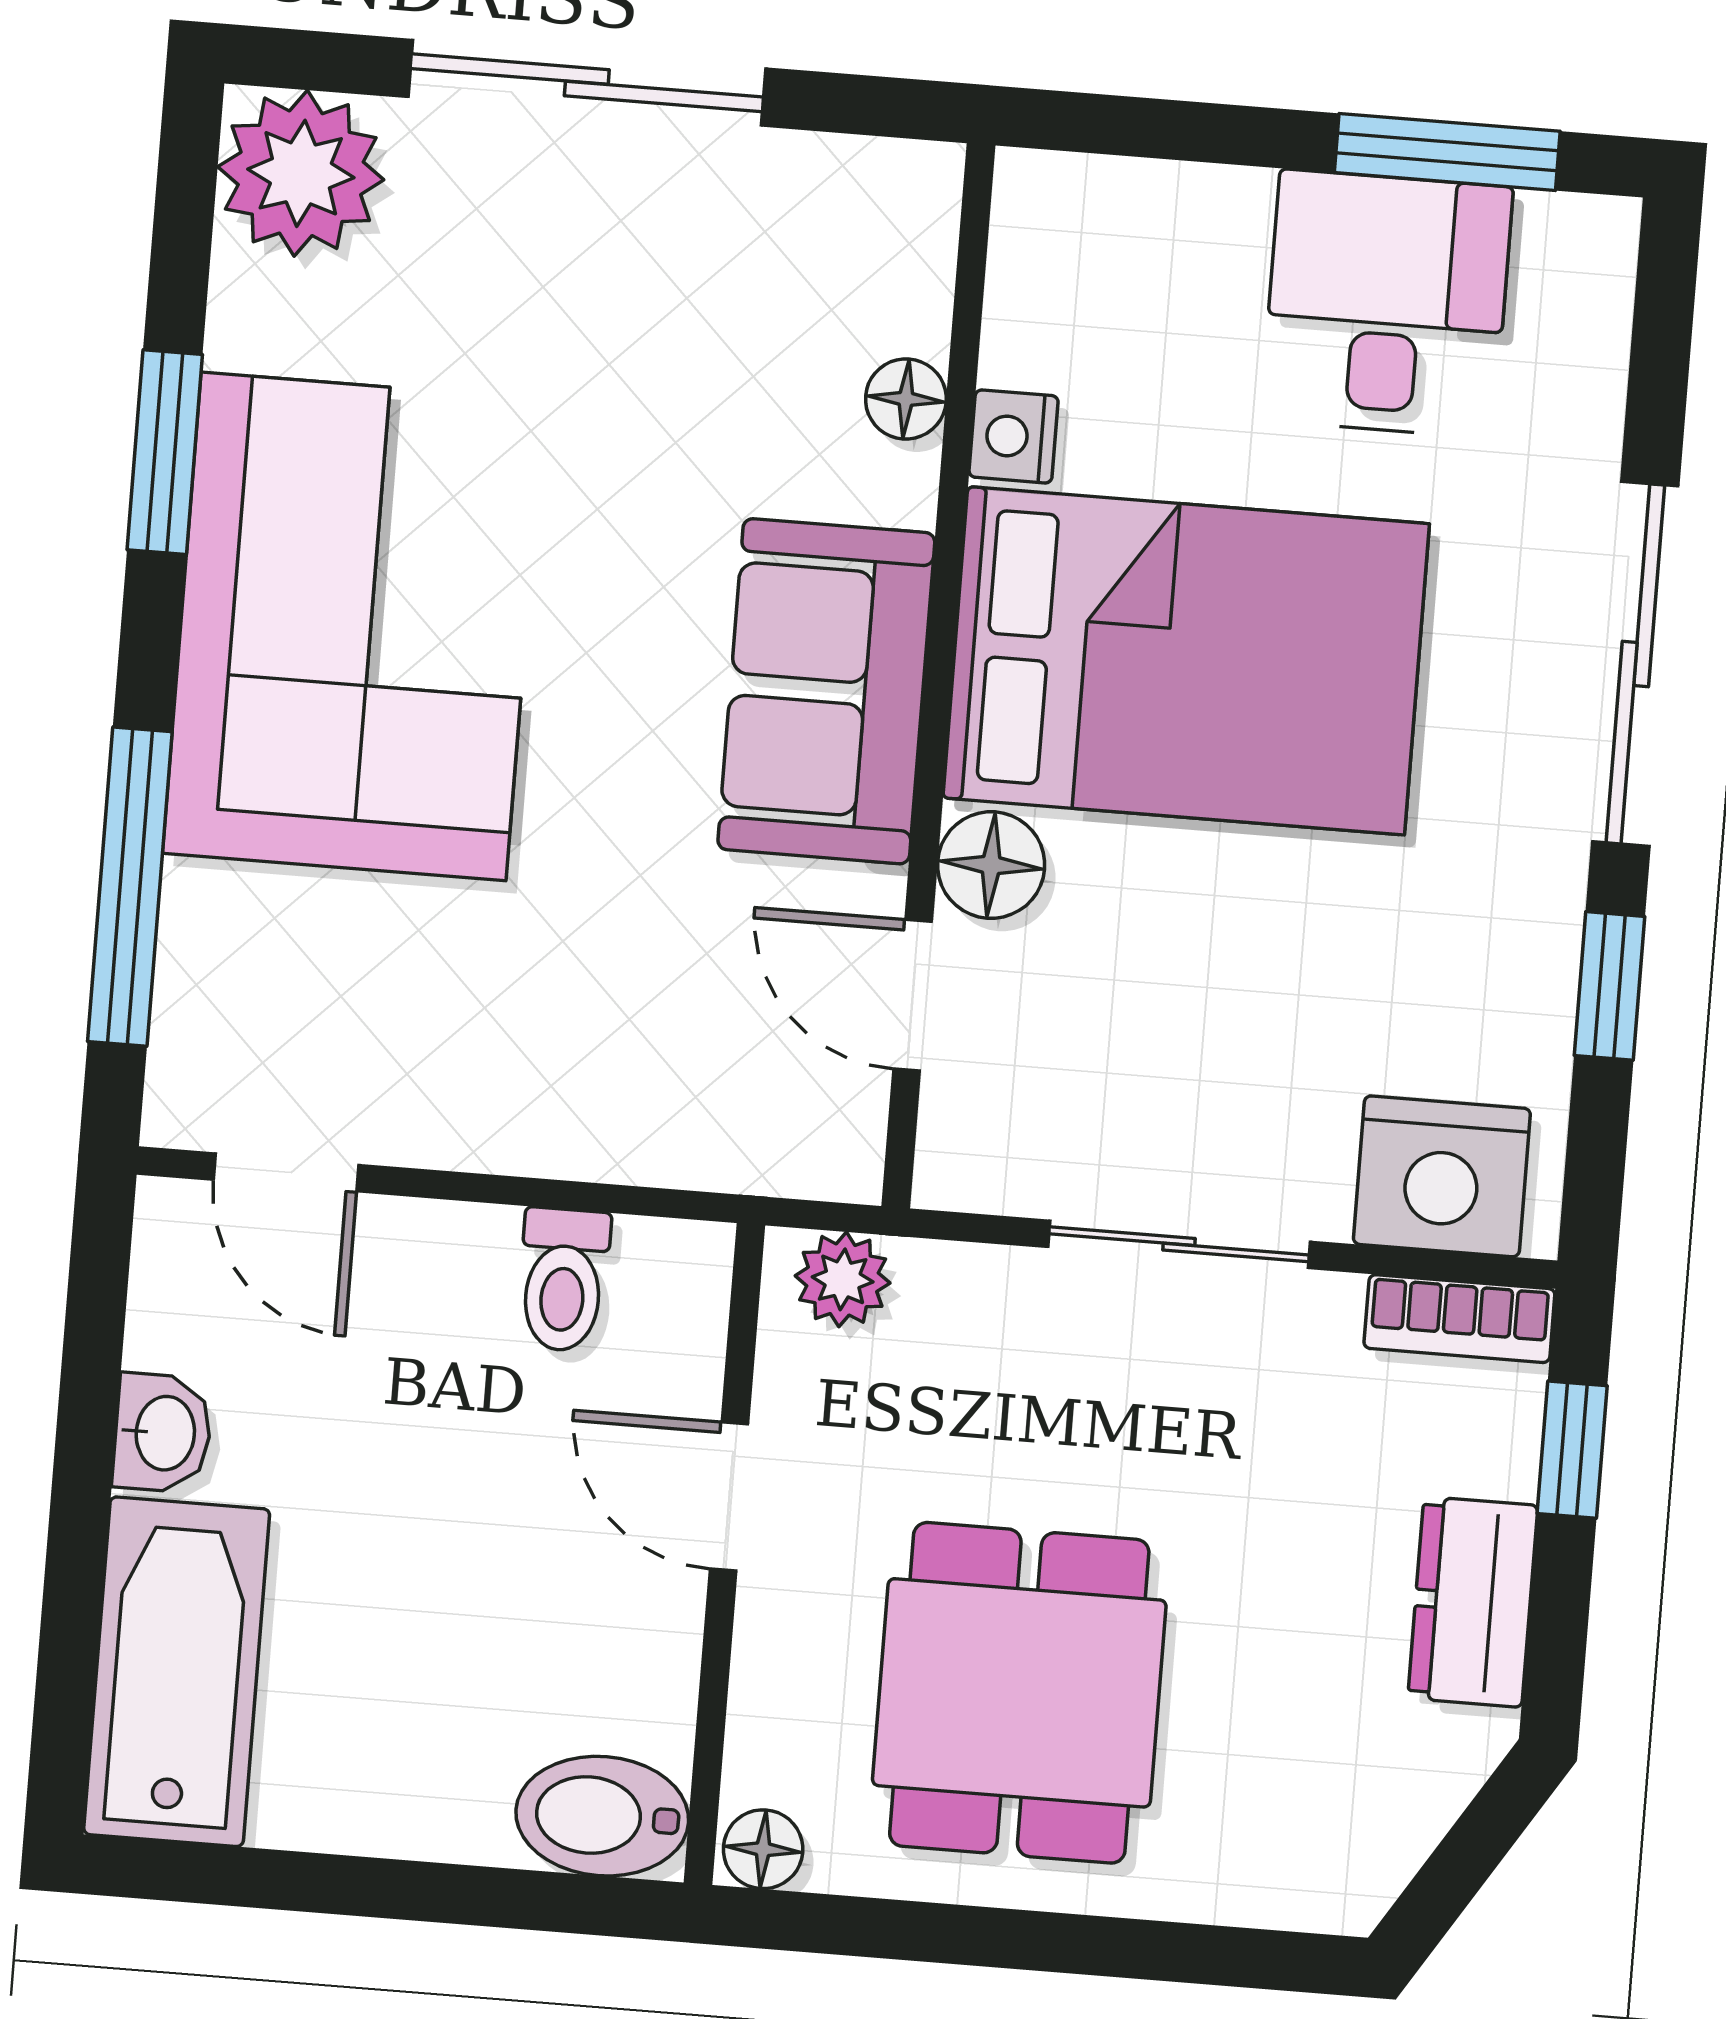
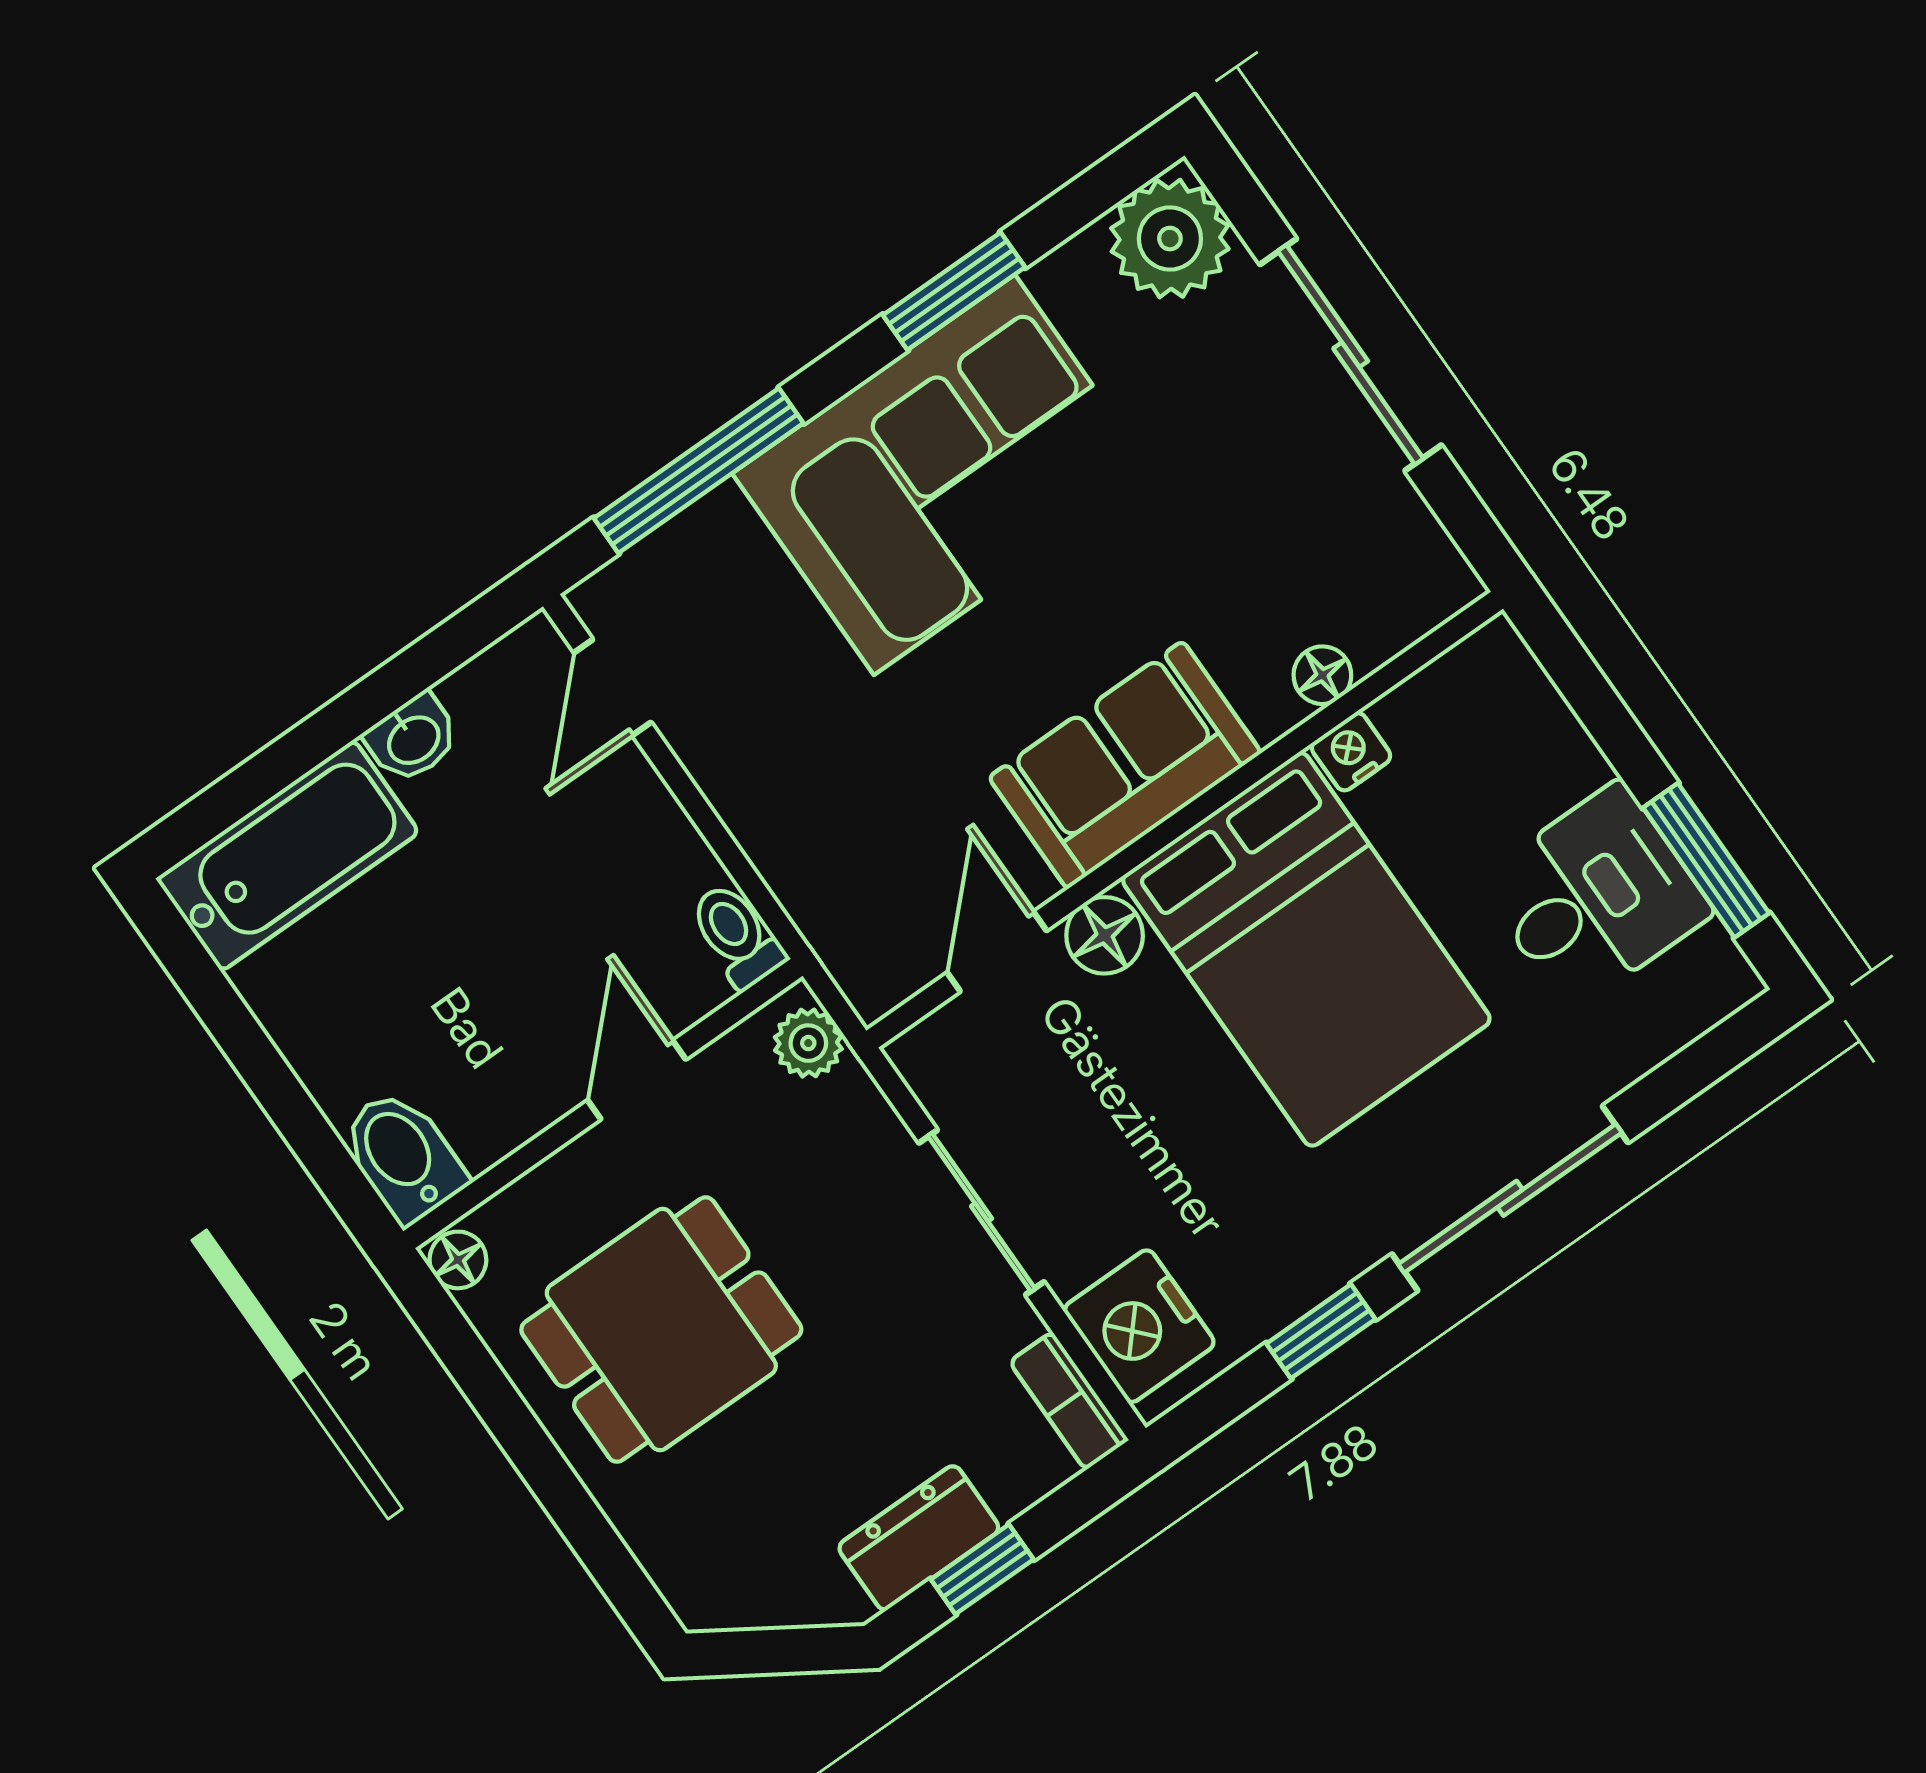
toilet: (563, 1280) -> (737, 936), moved, turned 90
window: (1572, 1450) -> (982, 1569), moved

